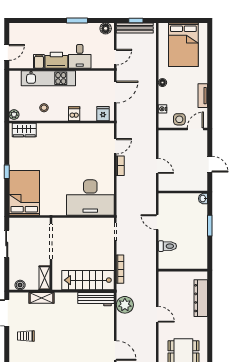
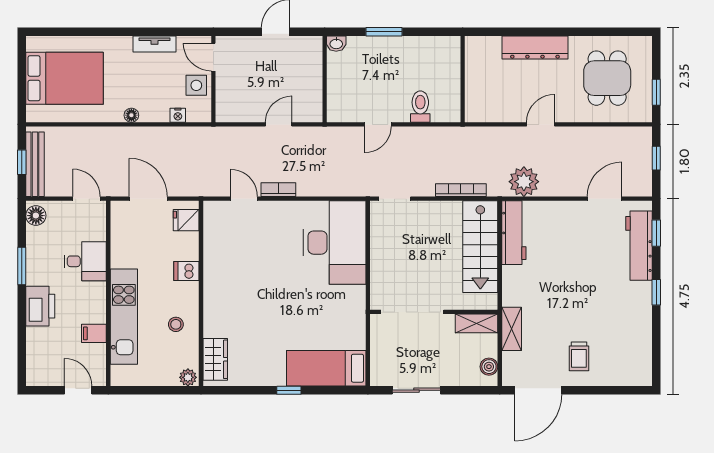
printer: (56, 60) -> (40, 306), moved, turned 180
bed: (24, 193) -> (326, 368), width x0.67
dresser: (201, 298) -> (535, 48), moved

